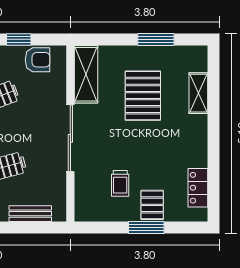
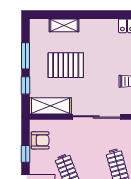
window: (115, 39) -> (26, 85), added
armchair: (38, 60) -> (40, 140), turned 90

